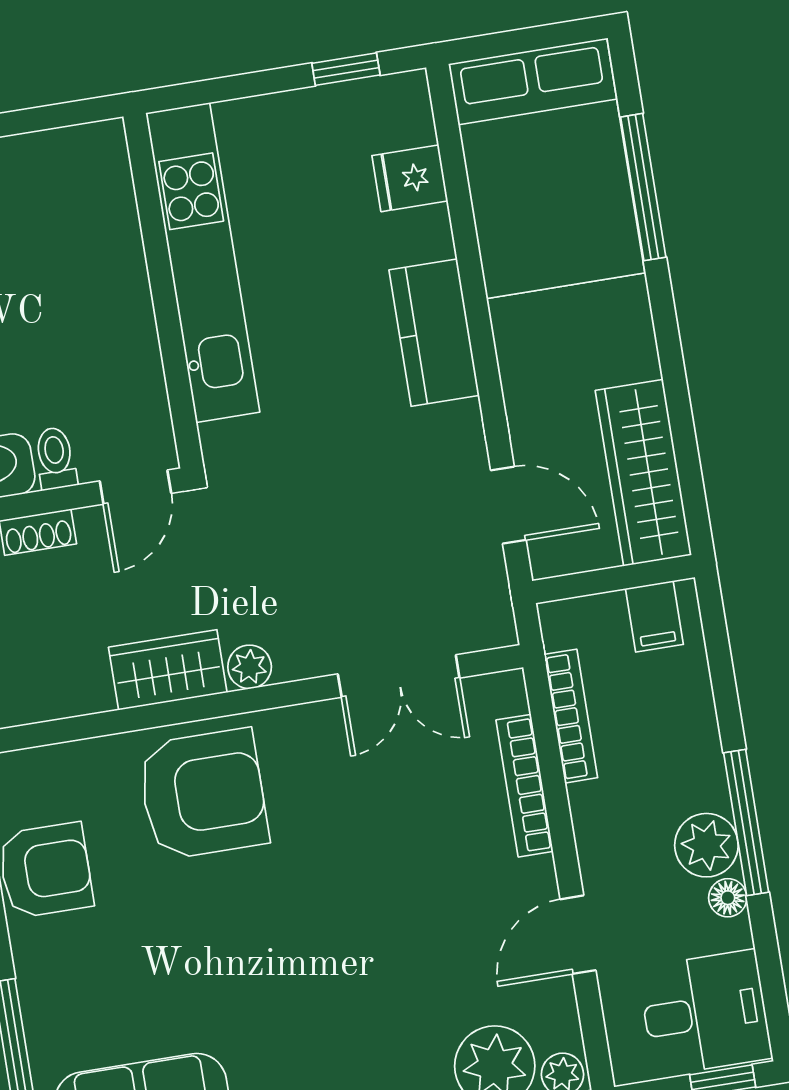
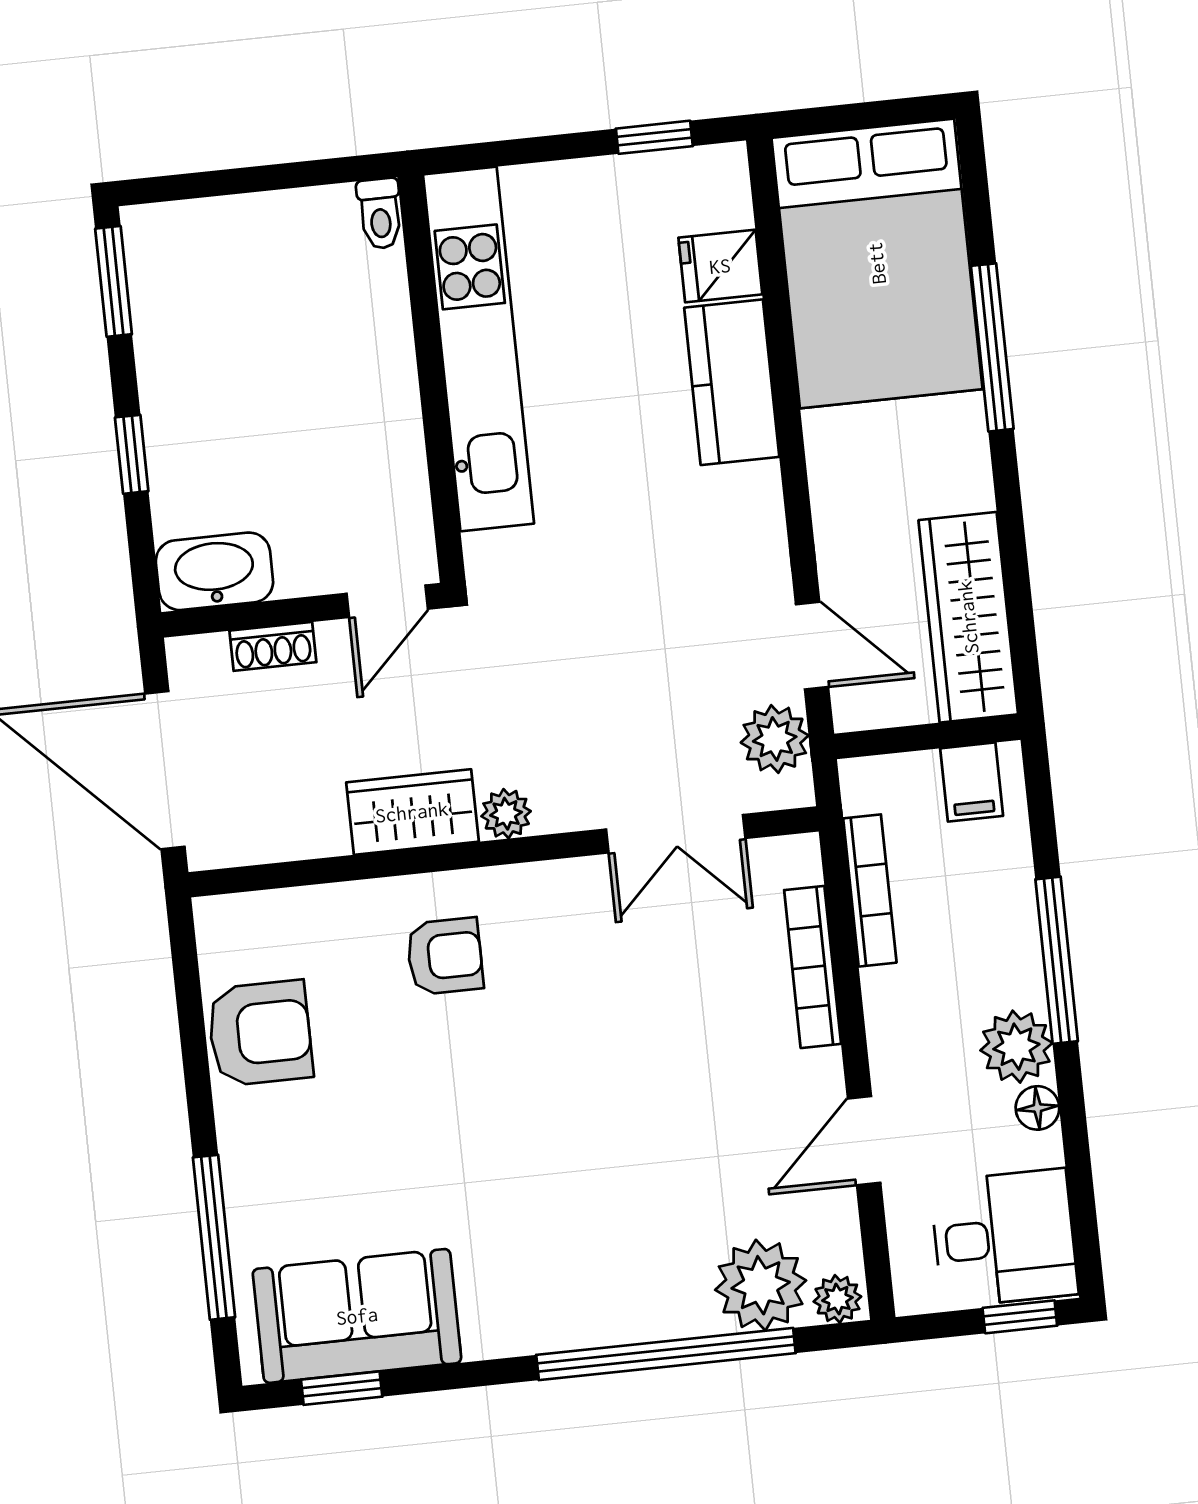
window: (643, 187) -> (992, 347), moved
kitchen counter: (434, 333) -> (732, 382), moved
toilet: (55, 458) -> (380, 214), moved, turned 180
plant: (480, 588) -> (775, 739), added
armchair: (203, 794) -> (445, 956), width x0.53, depth x0.53
window: (746, 822) -> (1057, 960), moved

